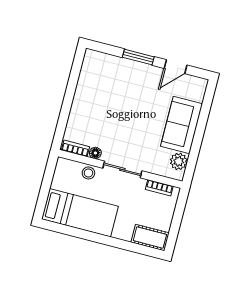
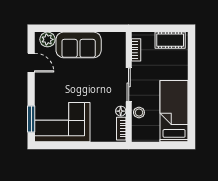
window: (138, 57) -> (31, 119), moved
corner sofa: (100, 84) -> (62, 122), added
plant: (179, 161) -> (47, 39), moved
cot: (150, 238) -> (170, 40), moved, turned 90

